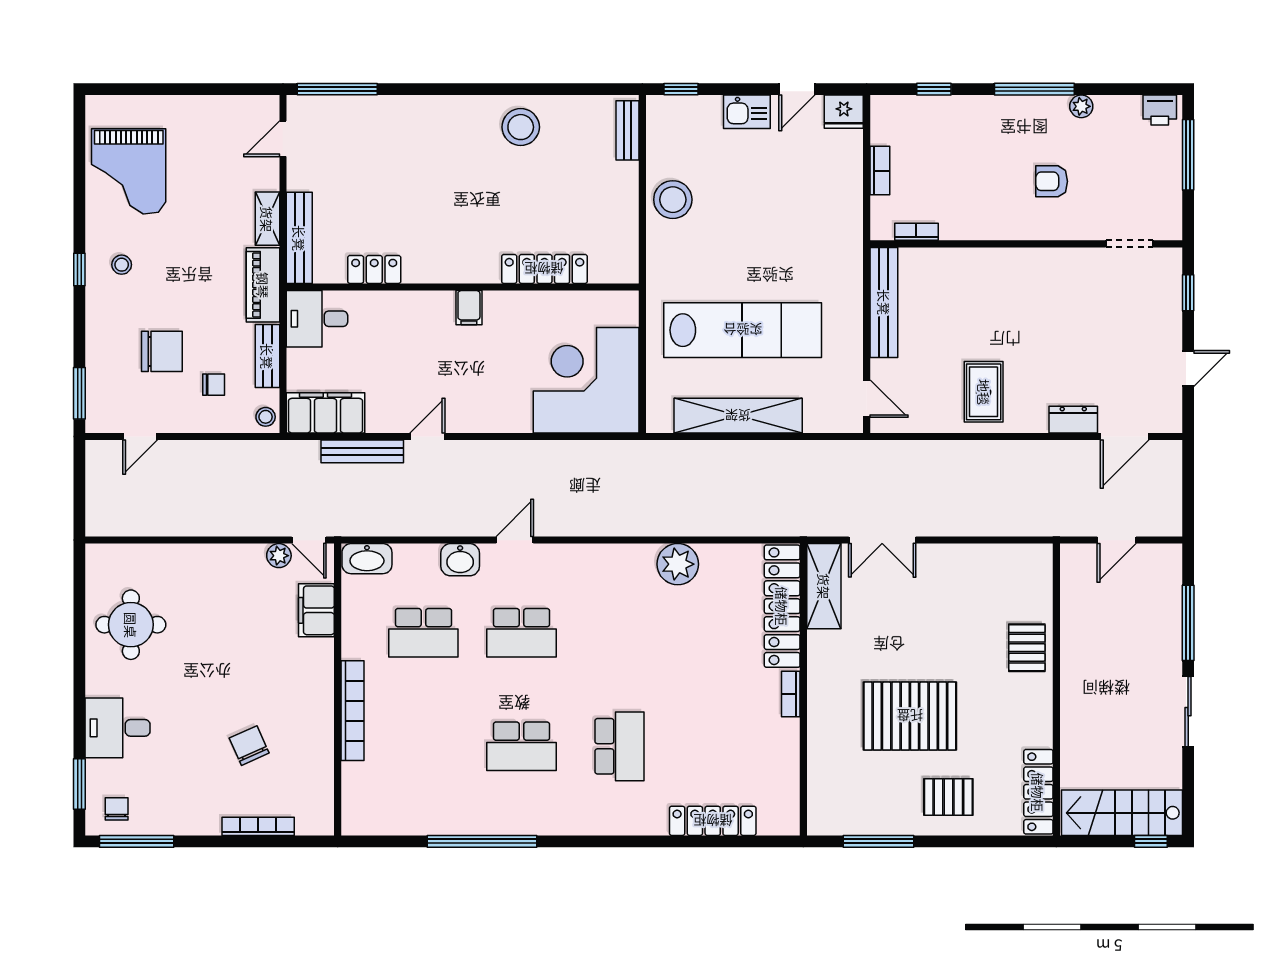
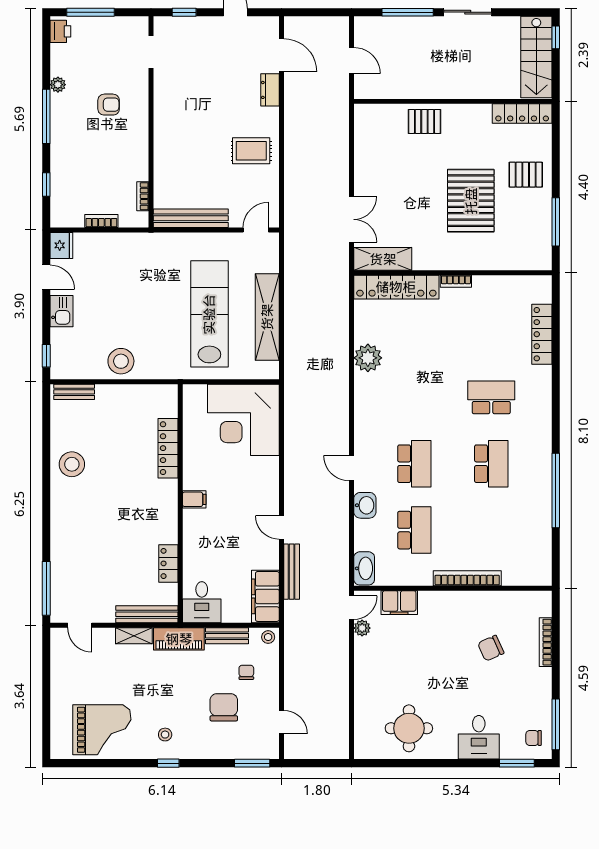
armchair: (1052, 181) -> (109, 105), turned -90
pallet: (948, 797) -> (526, 175), turned 90

